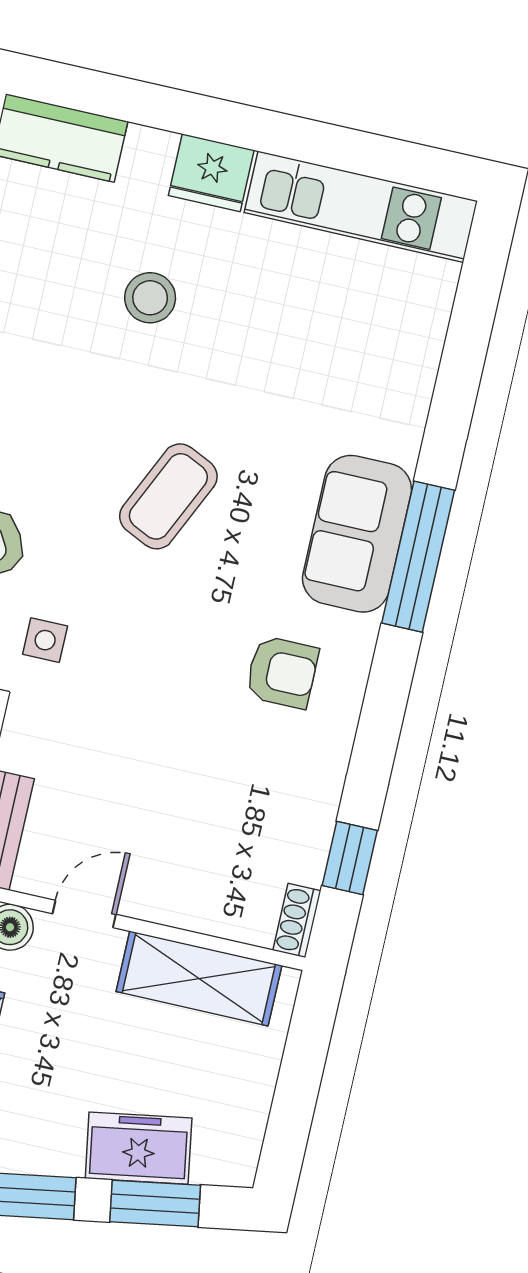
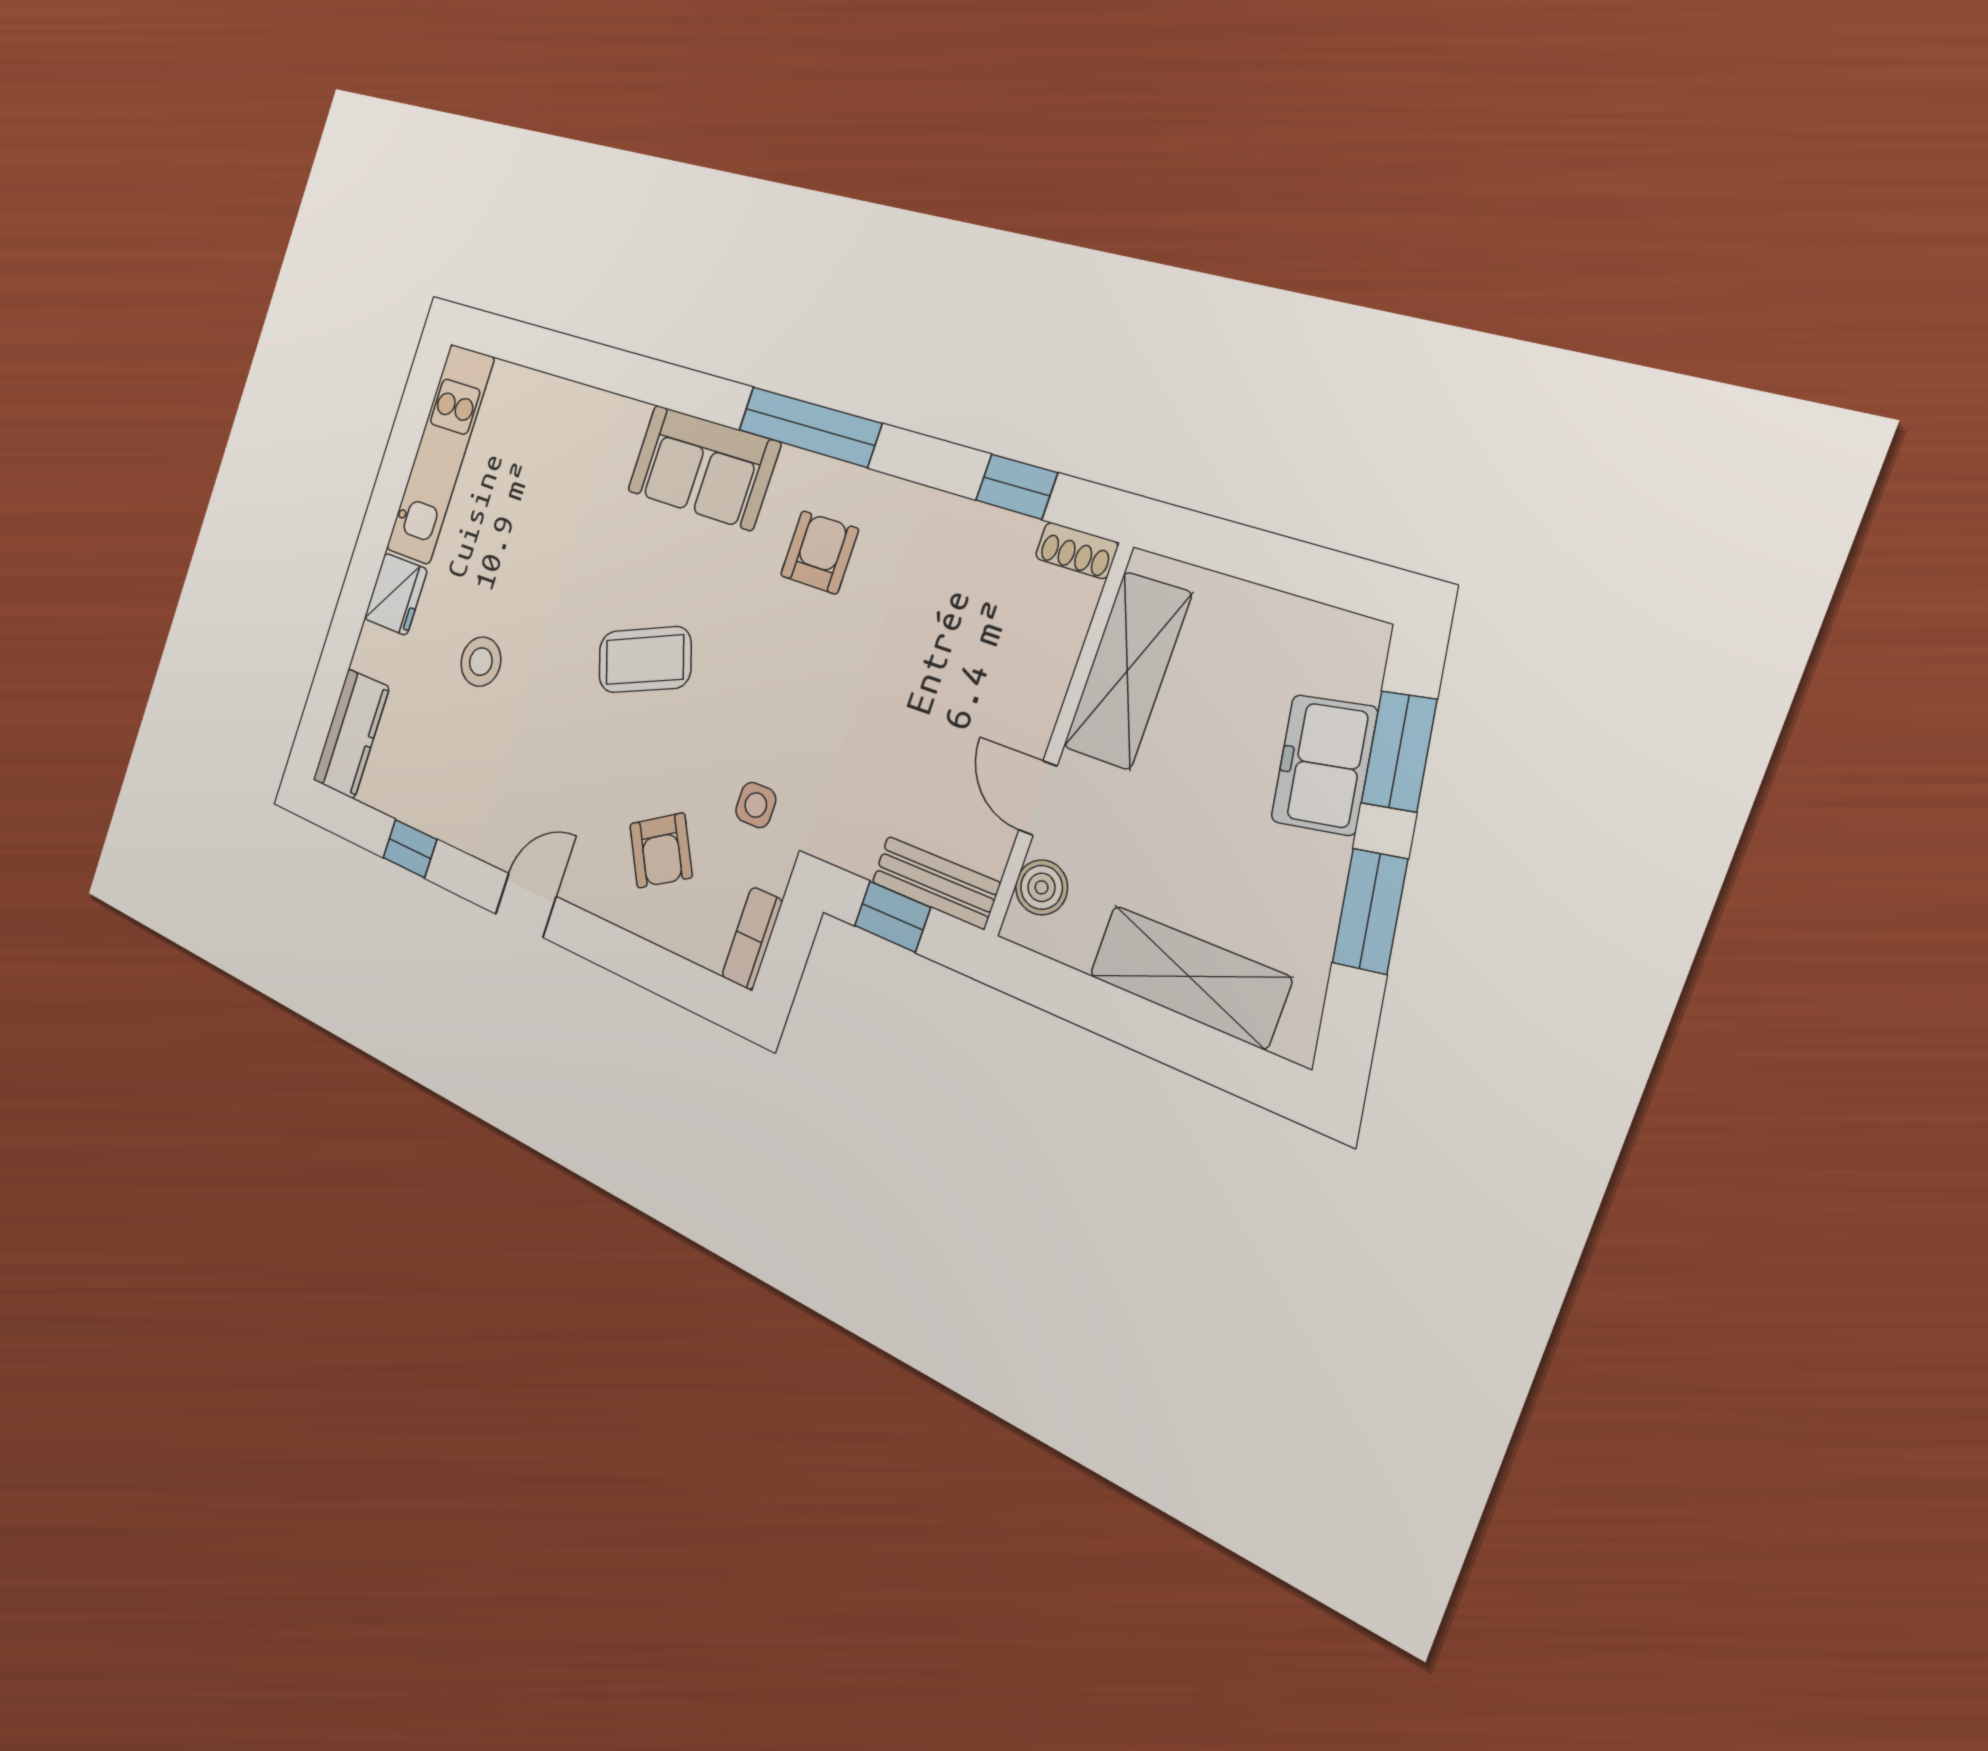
coffee table: (168, 496) -> (645, 660), turned -46
window: (418, 557) -> (809, 427), moved

